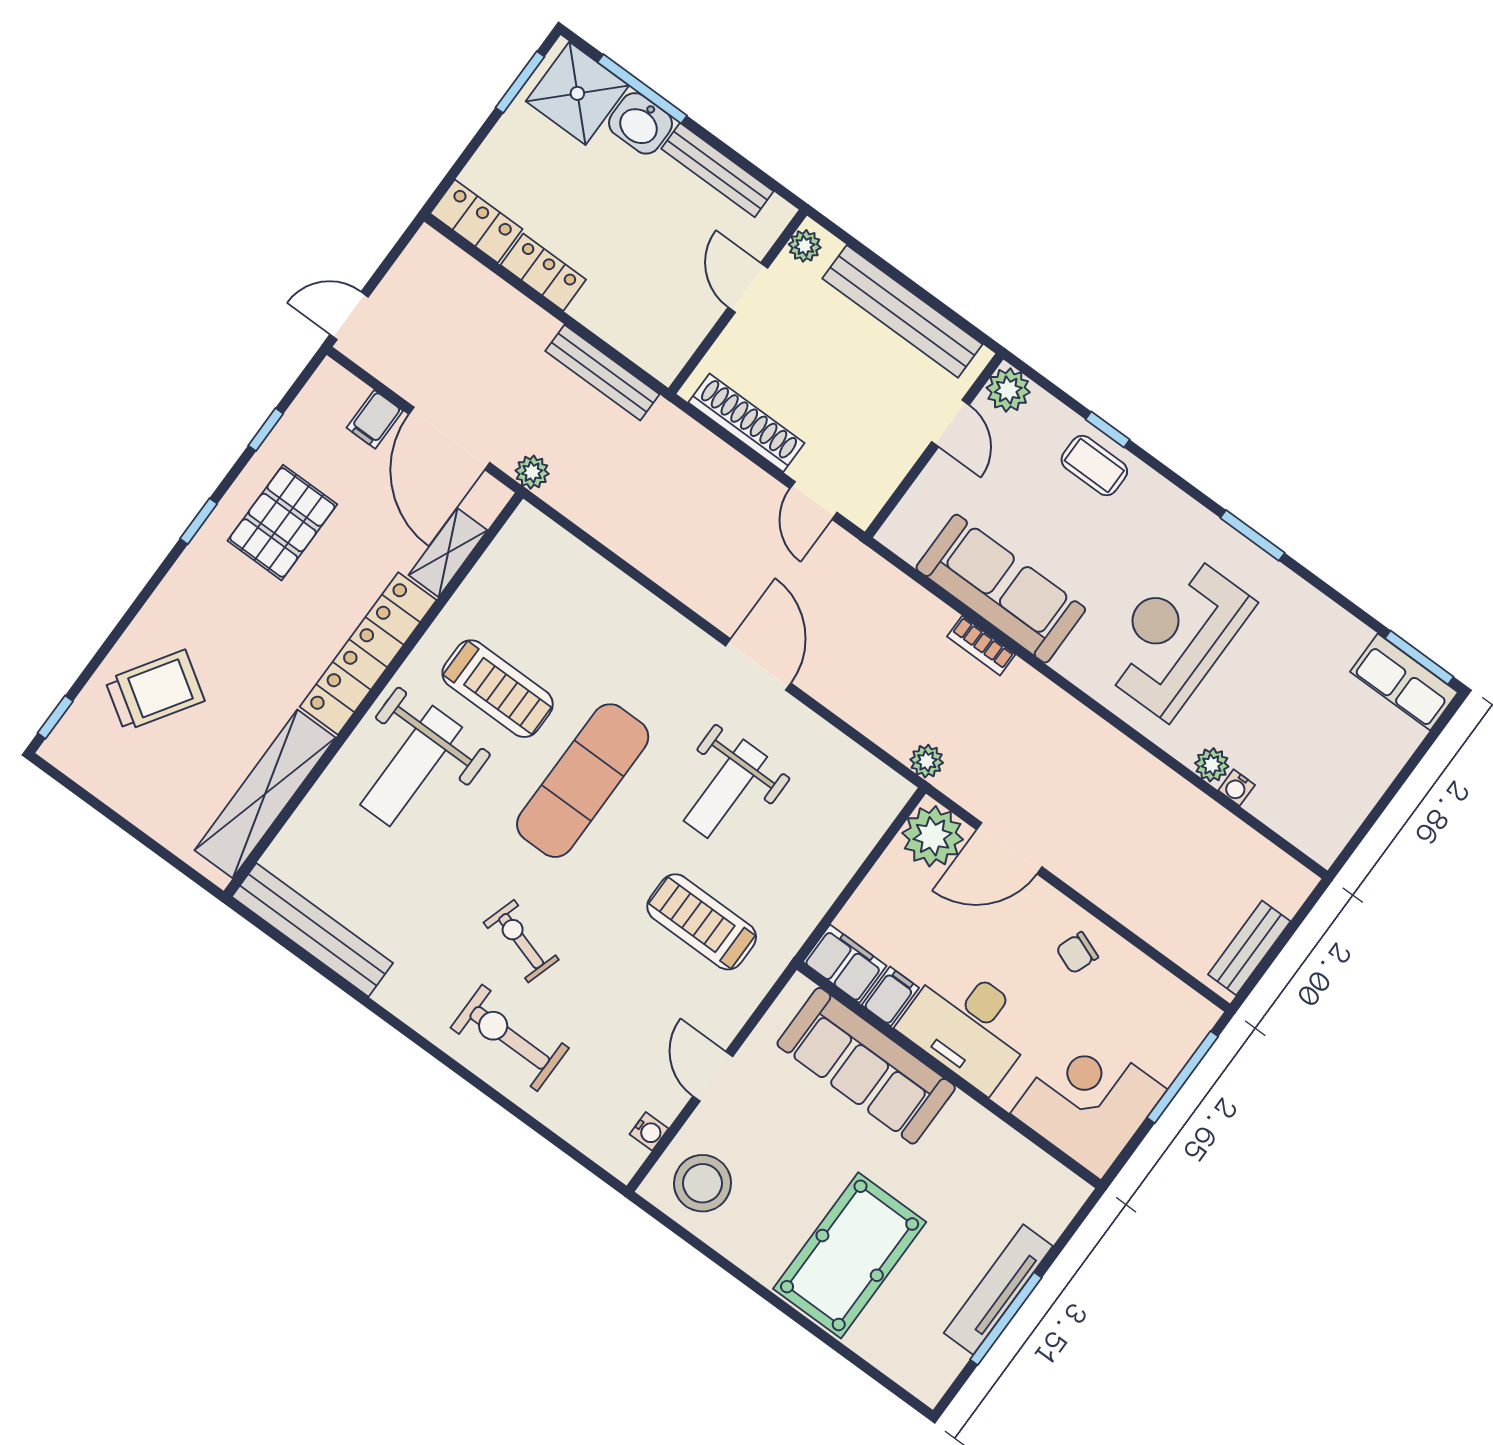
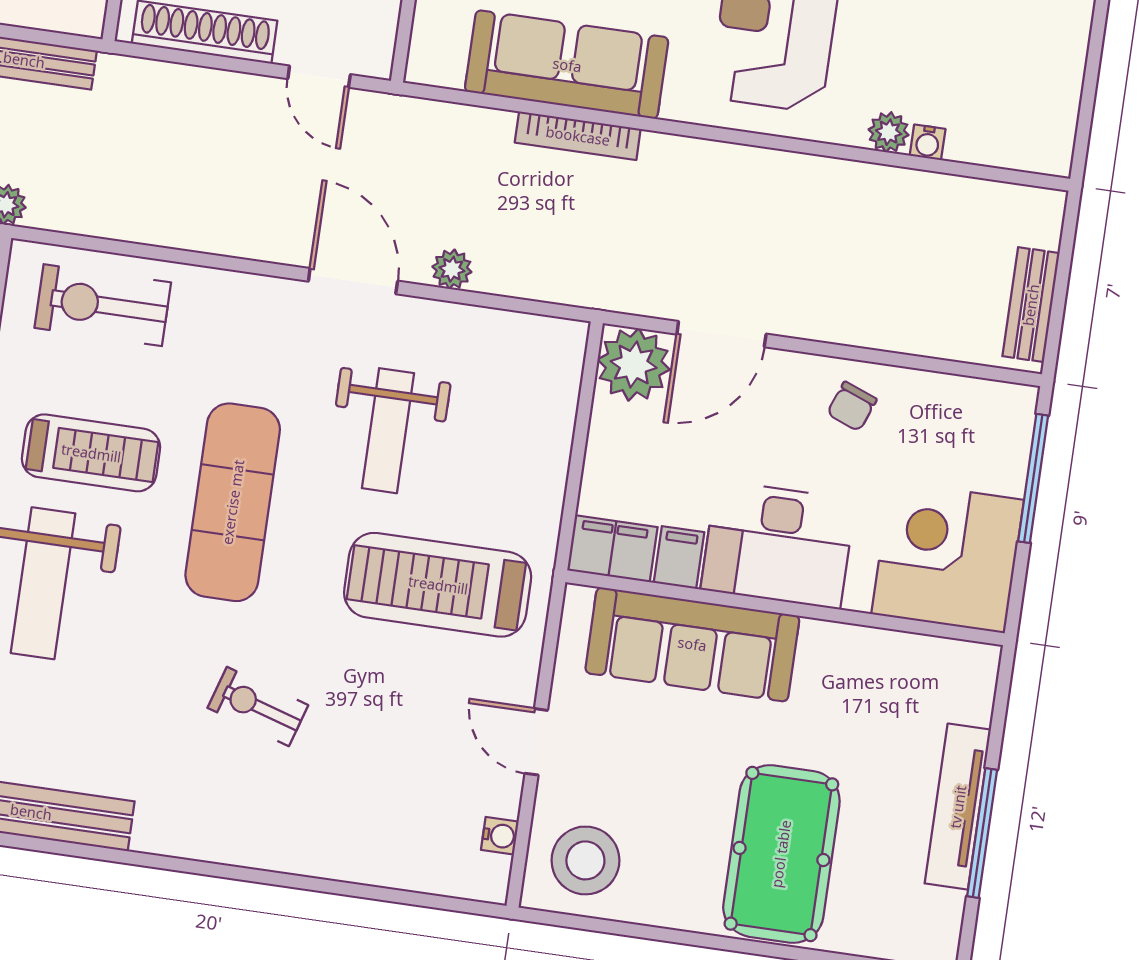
bookcase: (981, 646) -> (578, 136), width x1.56
plant: (927, 761) -> (452, 269), moved
treadmill: (702, 922) -> (438, 585), width x1.37, depth x1.38
exercise bike: (510, 1038) -> (103, 305), moved

